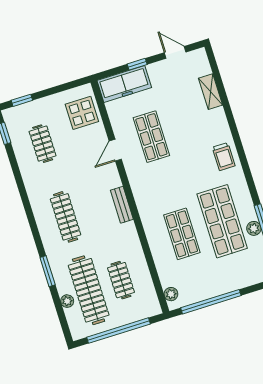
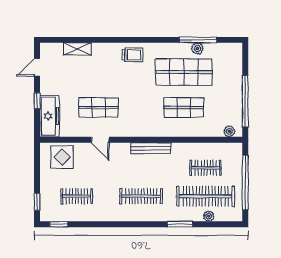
bench: (122, 205) -> (151, 148), width x1.36

